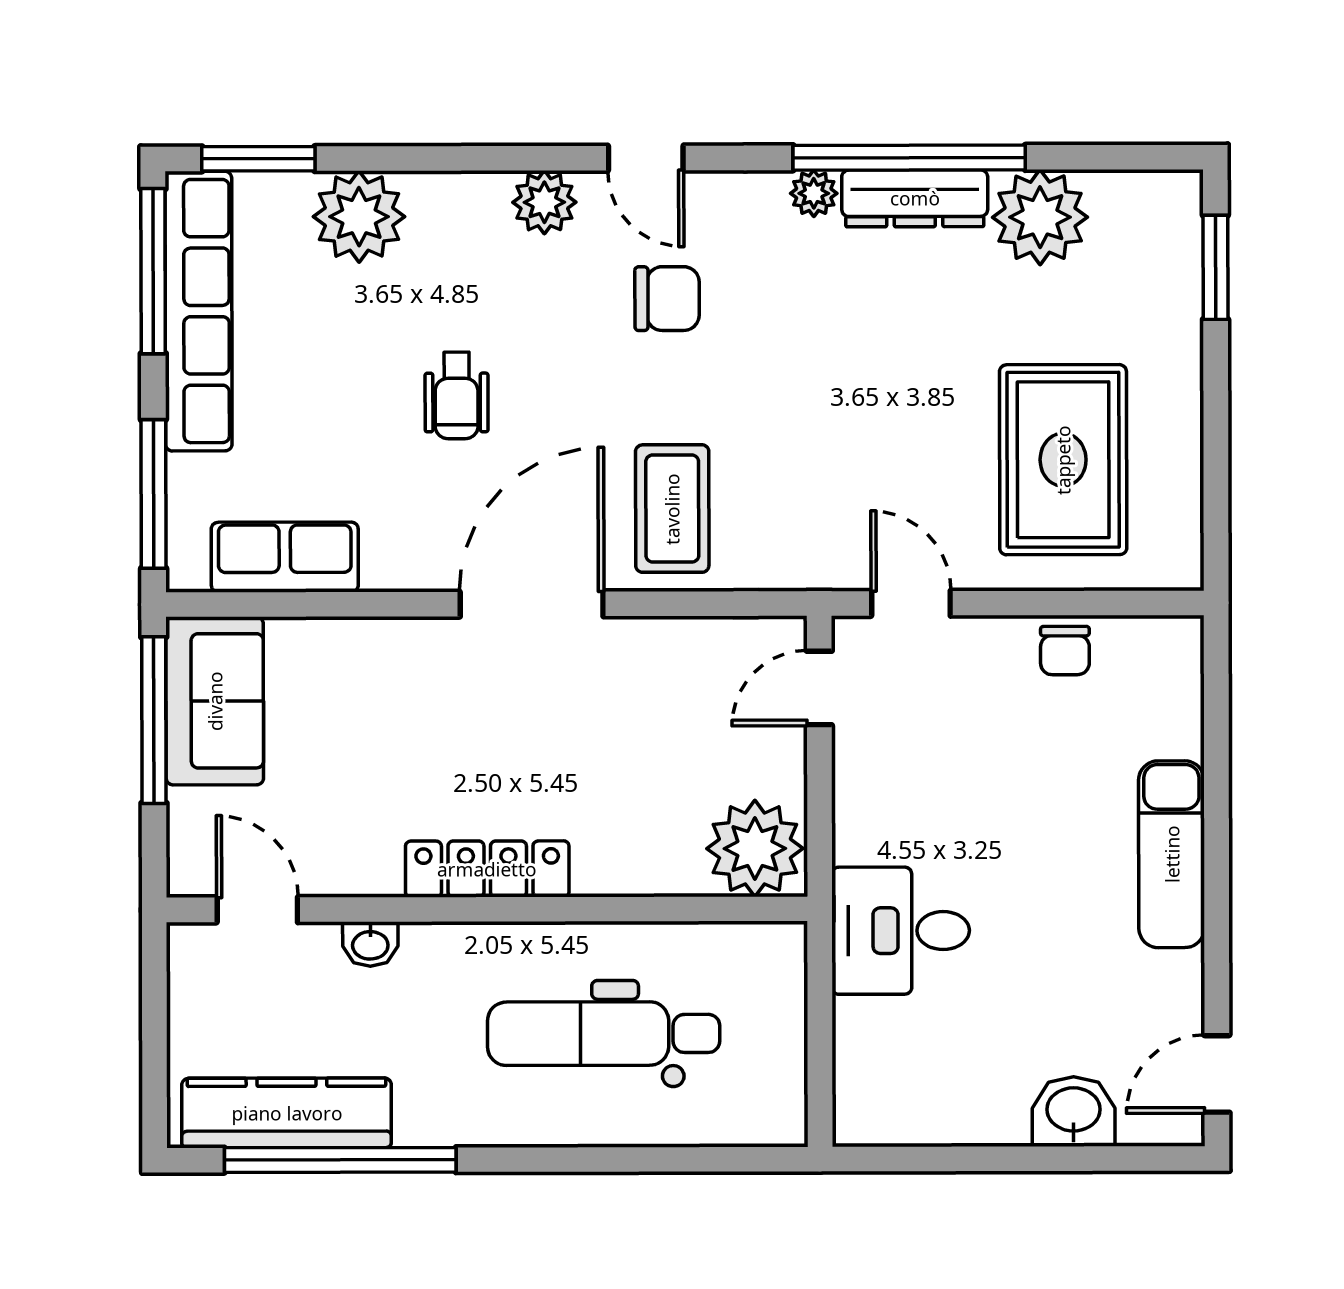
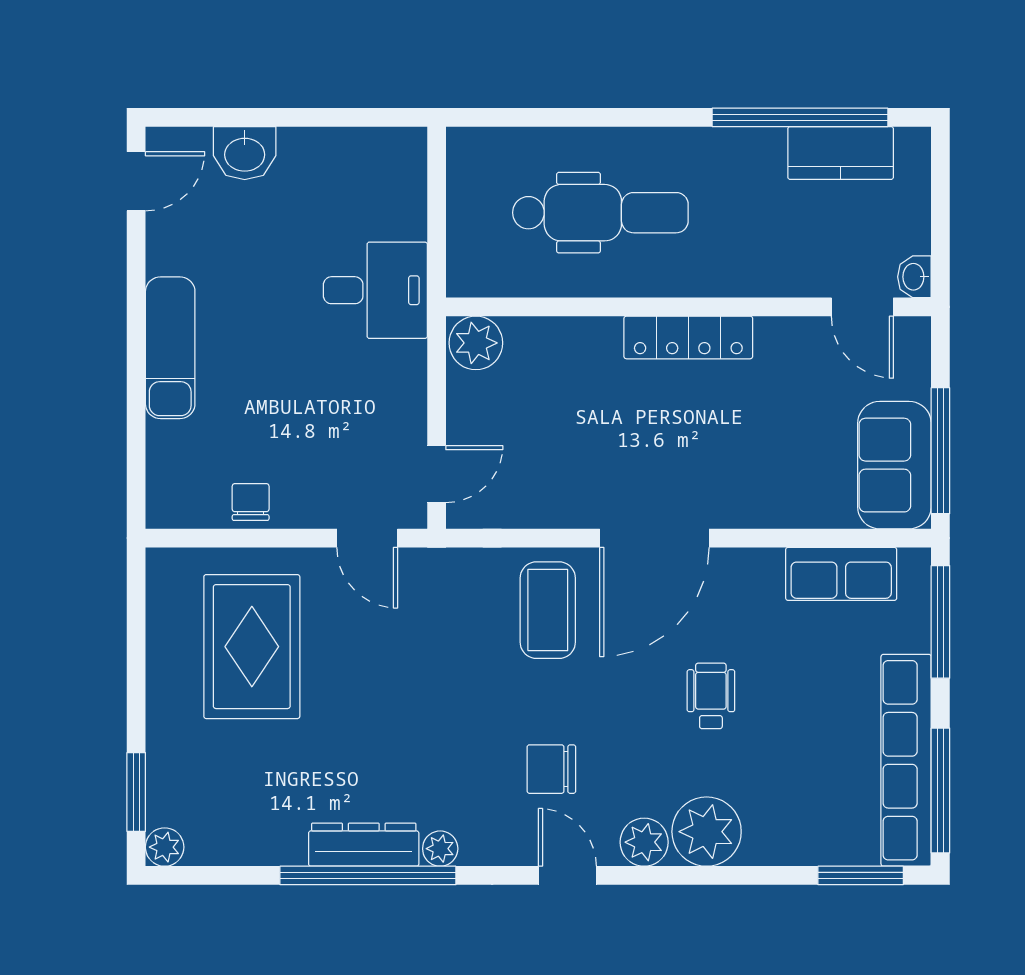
plant: (359, 217) -> (707, 832), moved
plant: (1040, 217) -> (165, 847), moved, width x0.53, depth x0.53
plant: (755, 848) -> (476, 343), width x0.73, depth x0.73
washbasin: (370, 944) -> (914, 277), moved, turned -90
kitchen counter: (287, 1113) -> (841, 153), width x0.67

